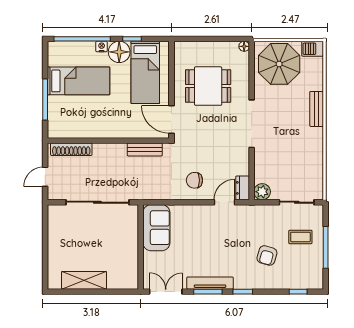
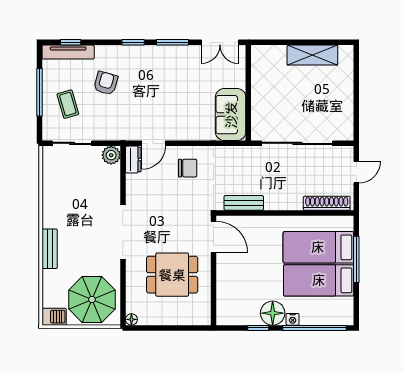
bed: (145, 72) -> (318, 247), moved, turned -90
coffee table: (300, 237) -> (68, 104), turned 74
tv unit: (210, 283) -> (68, 52), moved

